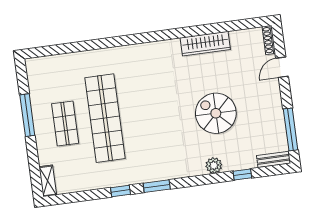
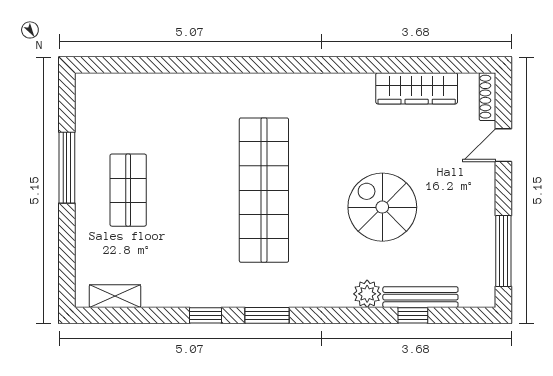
wardrobe: (205, 44) -> (417, 88), moved
shop shelf: (105, 118) -> (264, 190), moved
bench: (274, 159) -> (420, 297), moved, width x1.36
shelving: (48, 181) -> (115, 296), moved, turned 90

